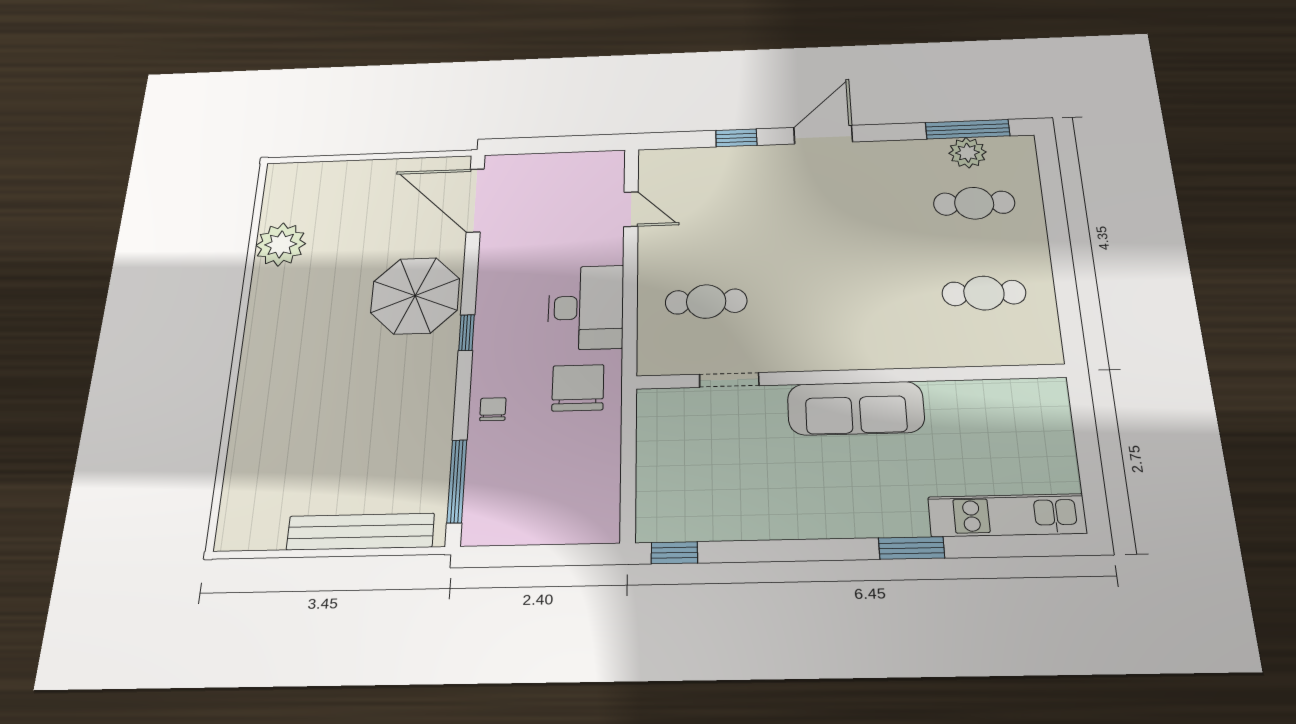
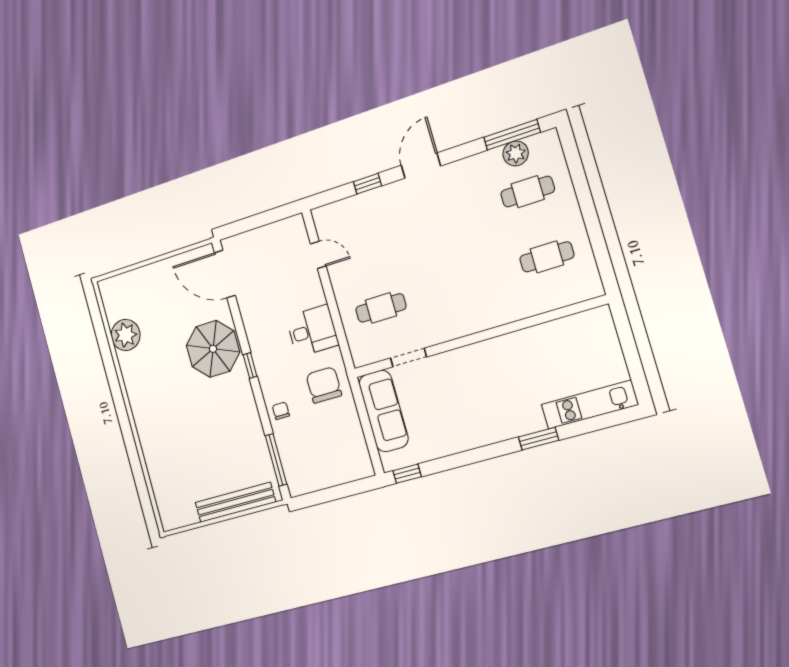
desk: (586, 307) -> (312, 331), width x0.73
sofa: (856, 408) -> (383, 411), moved, turned -90

